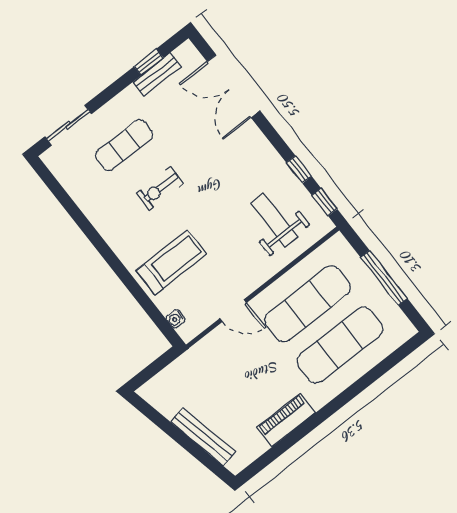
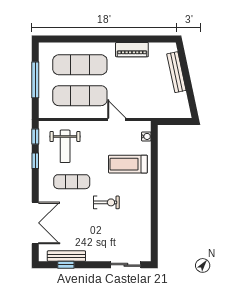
bench: (157, 74) -> (66, 256), width x1.36
exercise mat: (124, 145) -> (72, 182), moved

